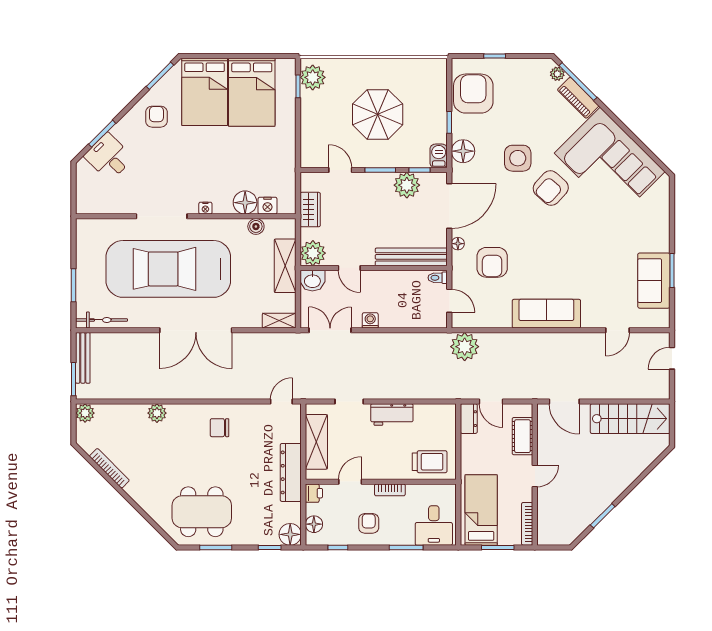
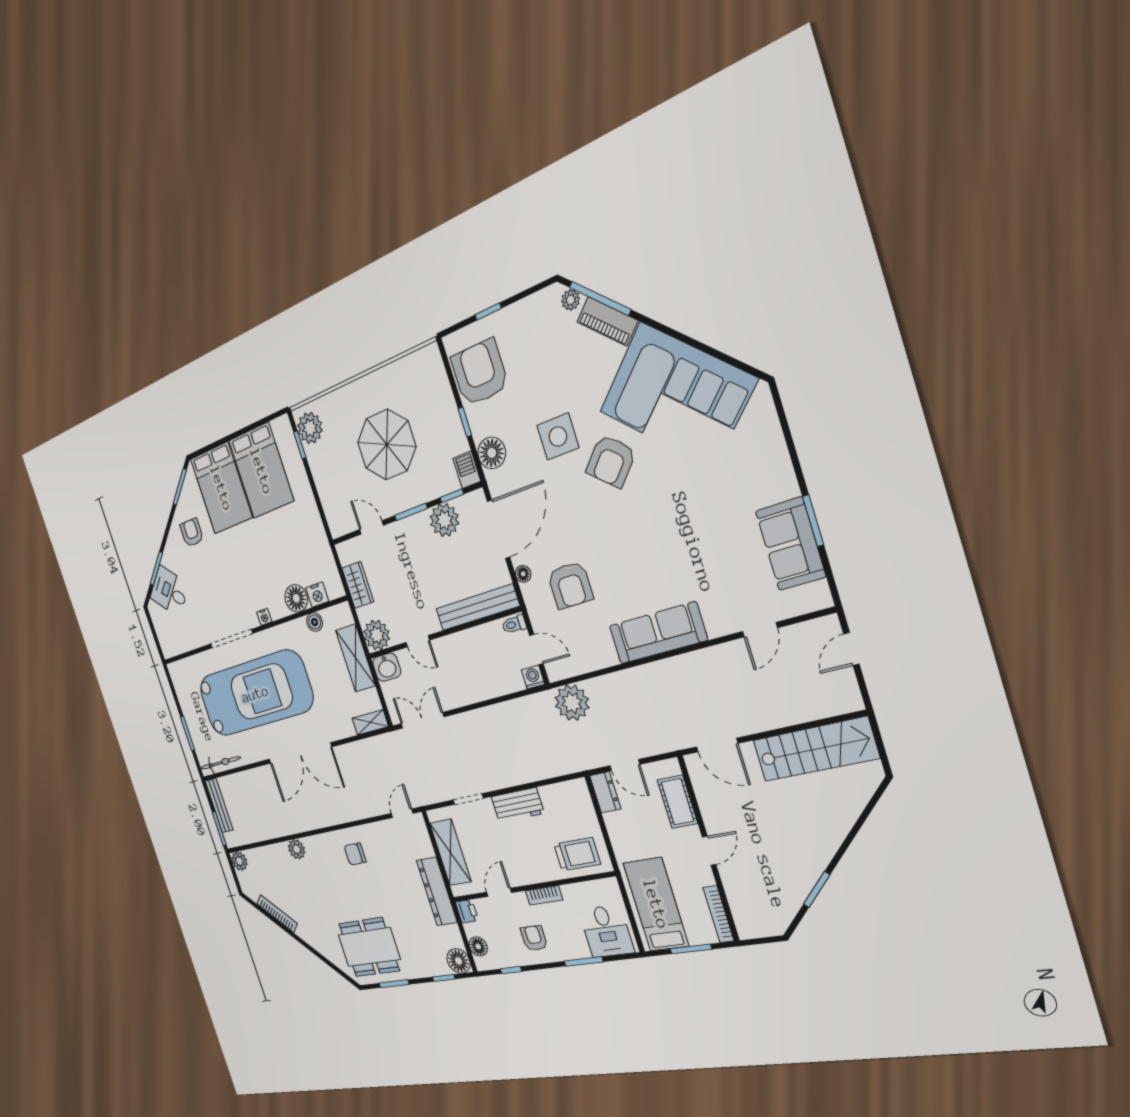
car: (168, 269) -> (255, 694), turned 180
washing machine: (370, 320) -> (533, 677), moved

